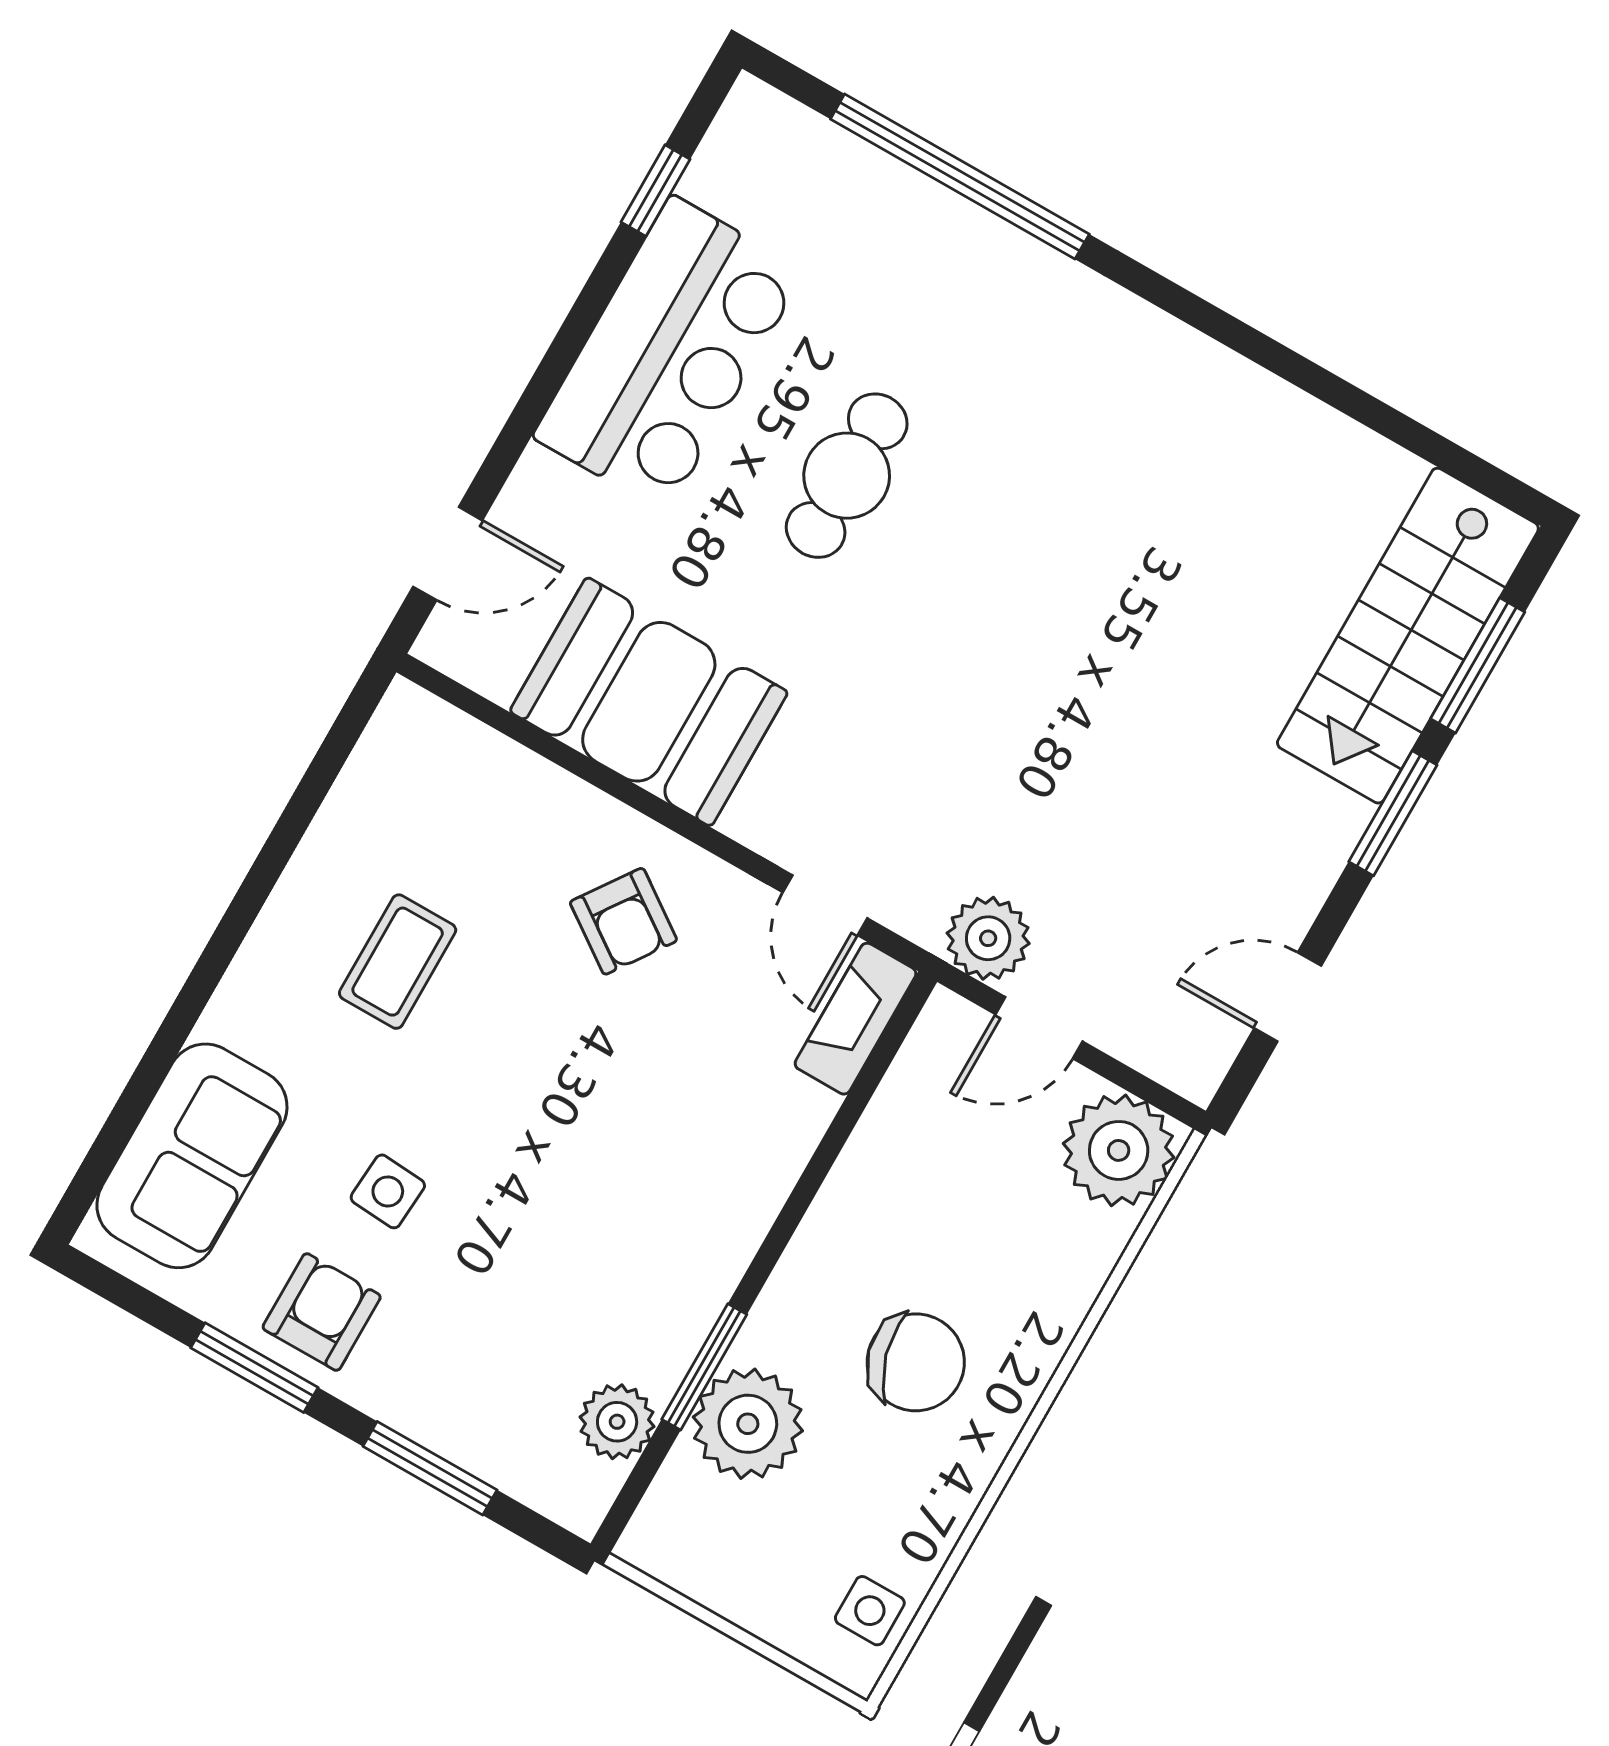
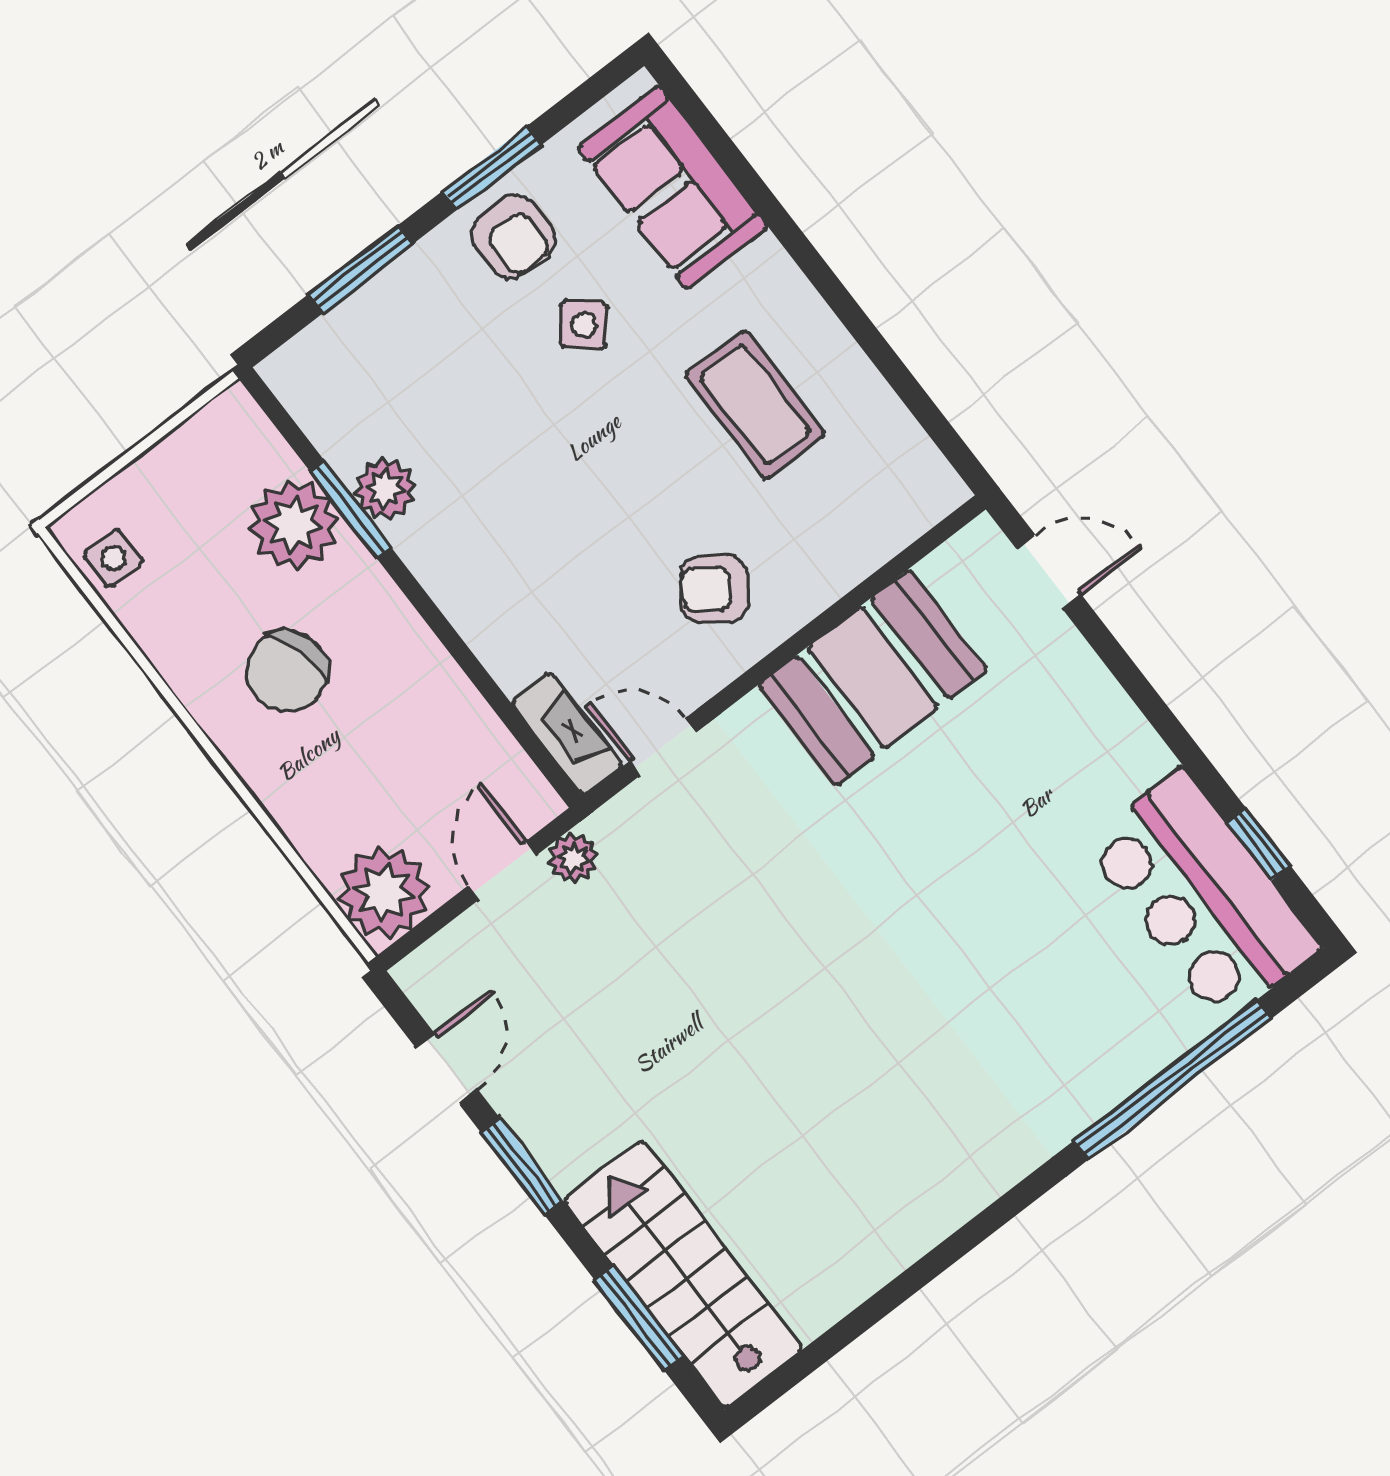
bar counter: (669, 354) -> (1202, 896), moved
cafe table: (847, 476) -> (982, 899), removed
door: (448, 553) -> (1049, 572), swing flipped
window: (1393, 813) -> (522, 1166), moved
plant: (988, 938) -> (573, 859), width x0.73, depth x0.73
coffee table: (398, 962) -> (755, 405), width x1.36, depth x1.30
side table: (388, 1191) -> (584, 325), turned 36
plant: (617, 1422) -> (385, 489), moved

